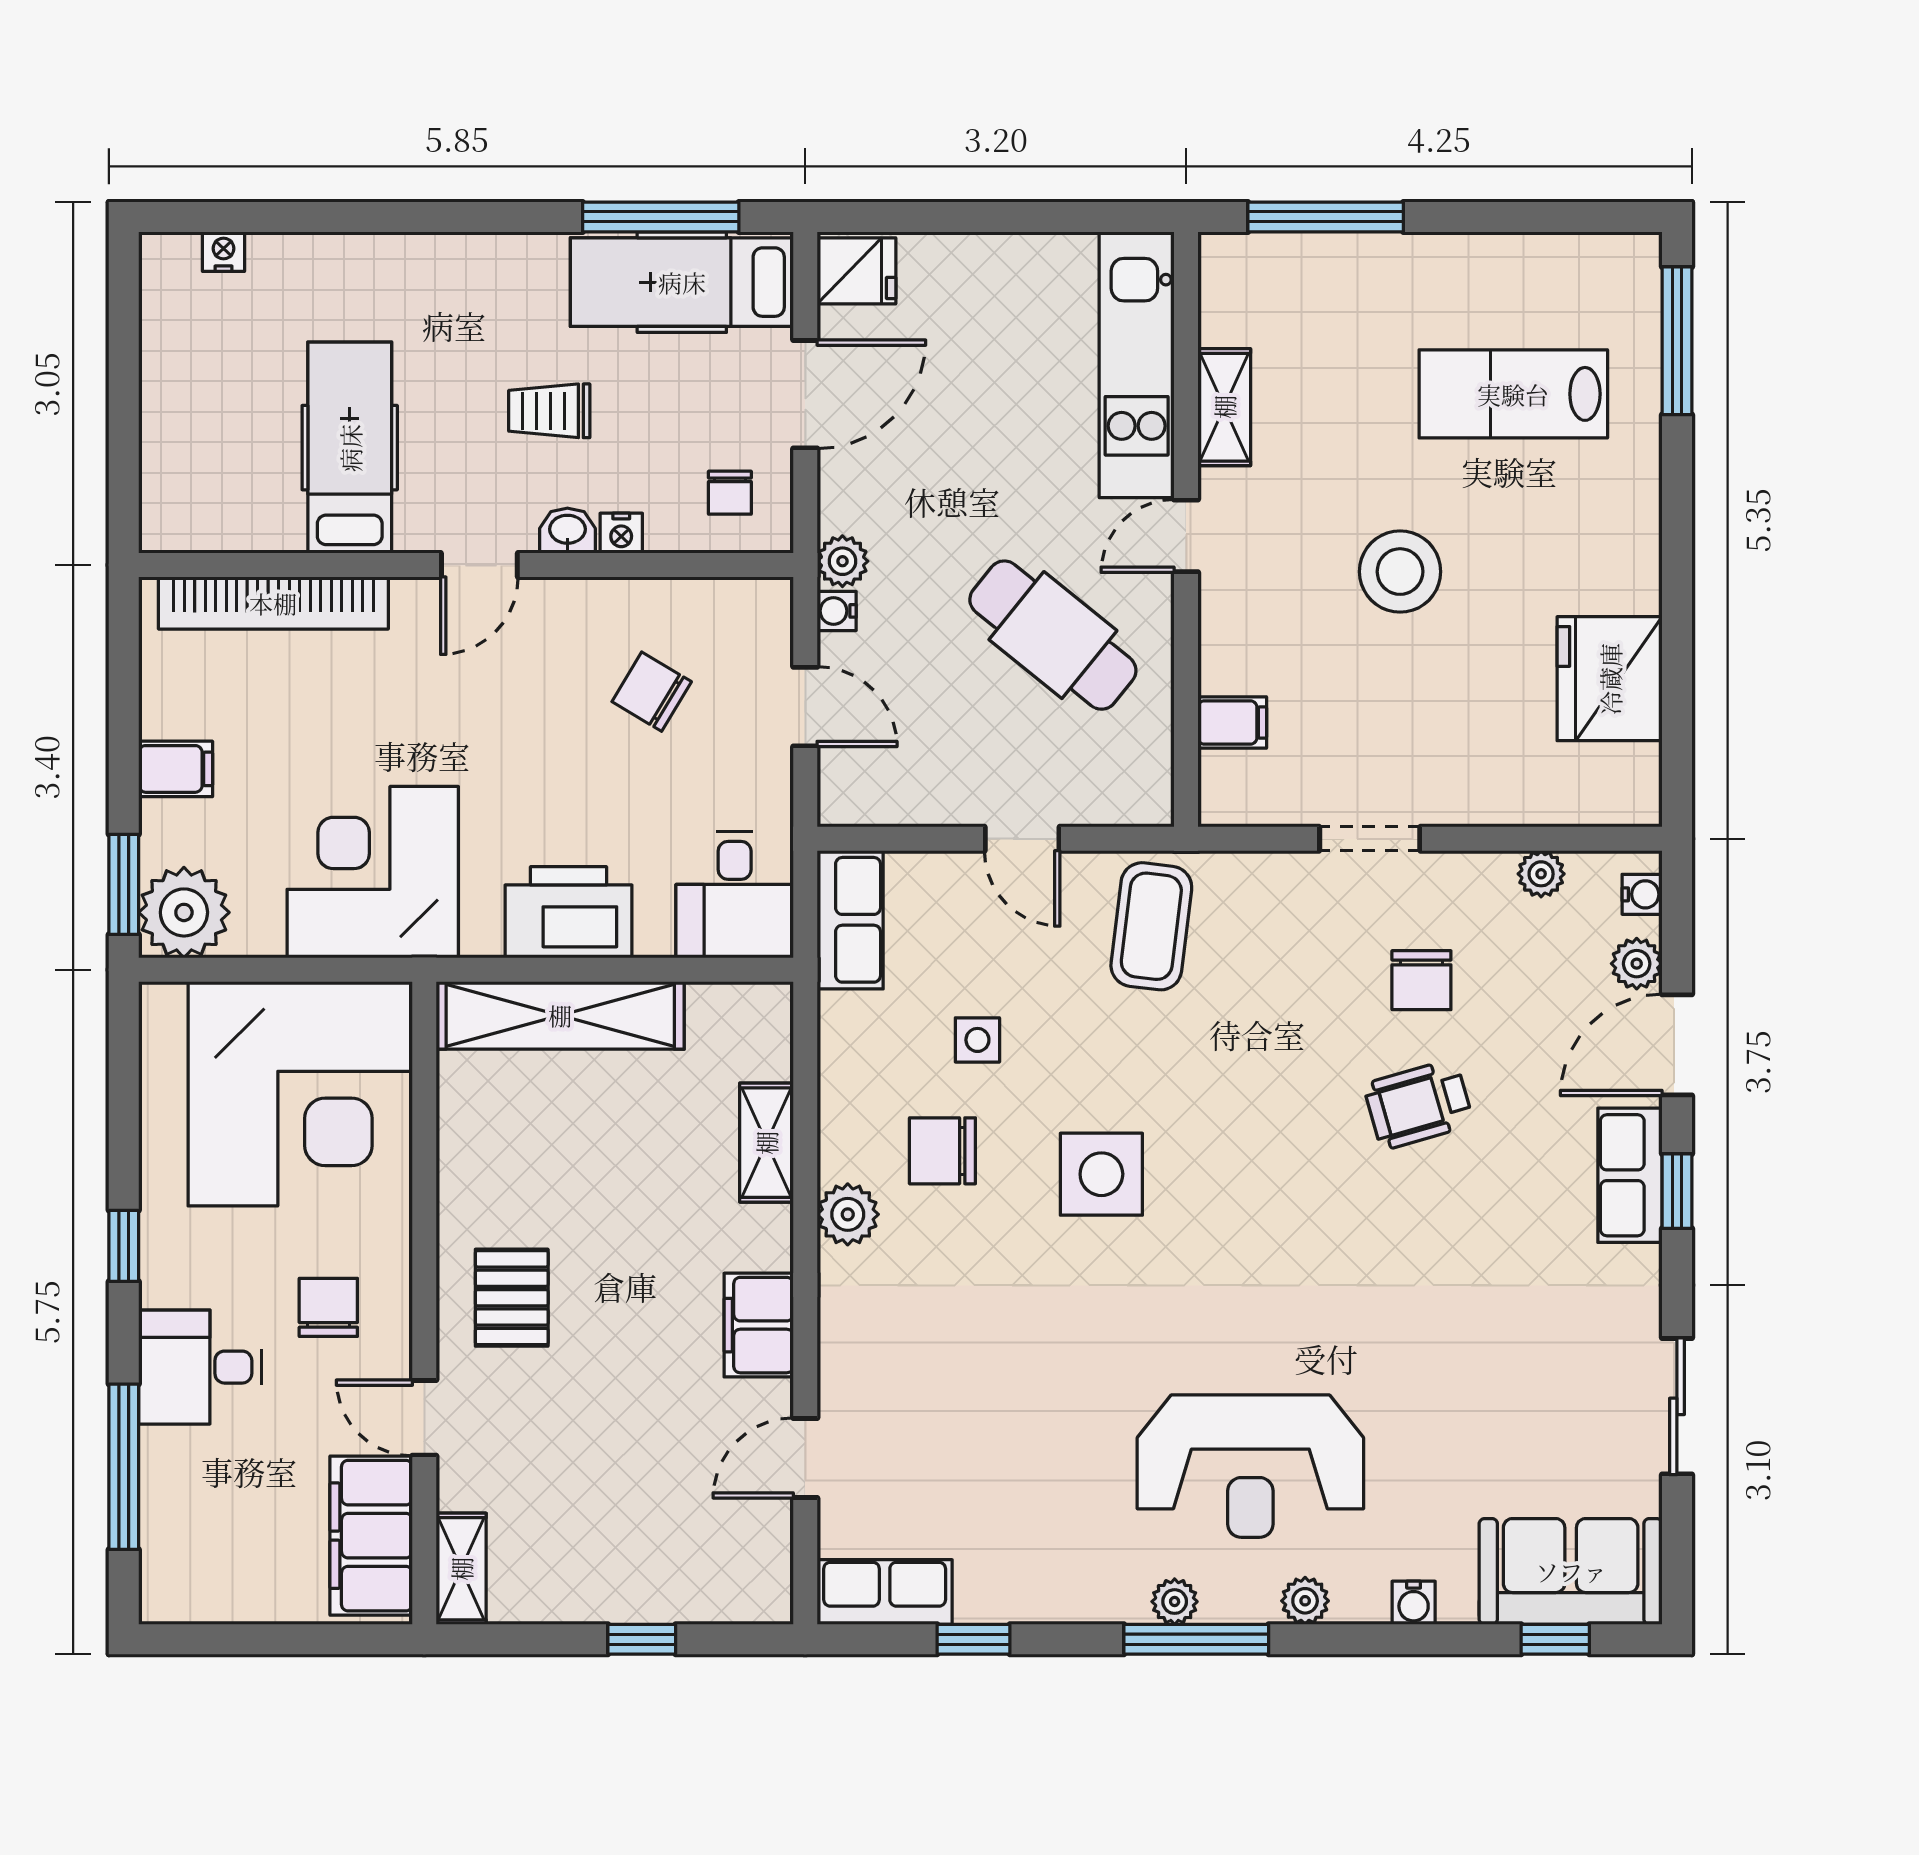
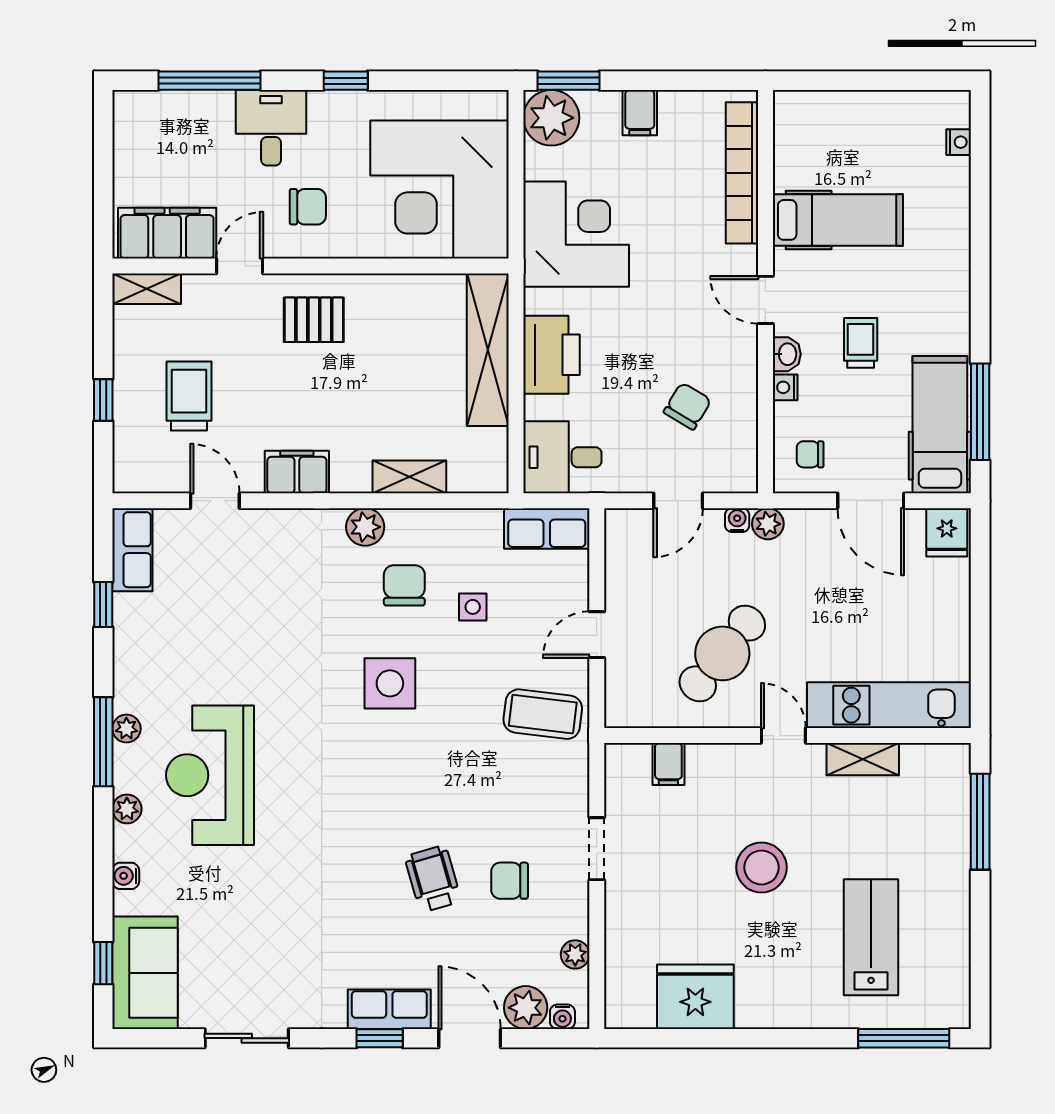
plant: (1637, 964) -> (526, 1008), width x1.38, depth x1.38
trolley: (635, 1500) -> (189, 396), added

